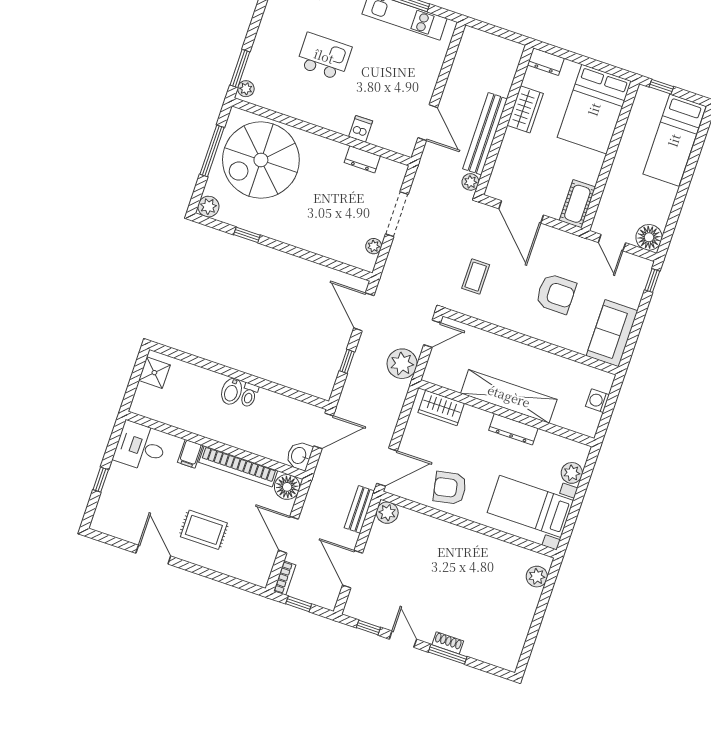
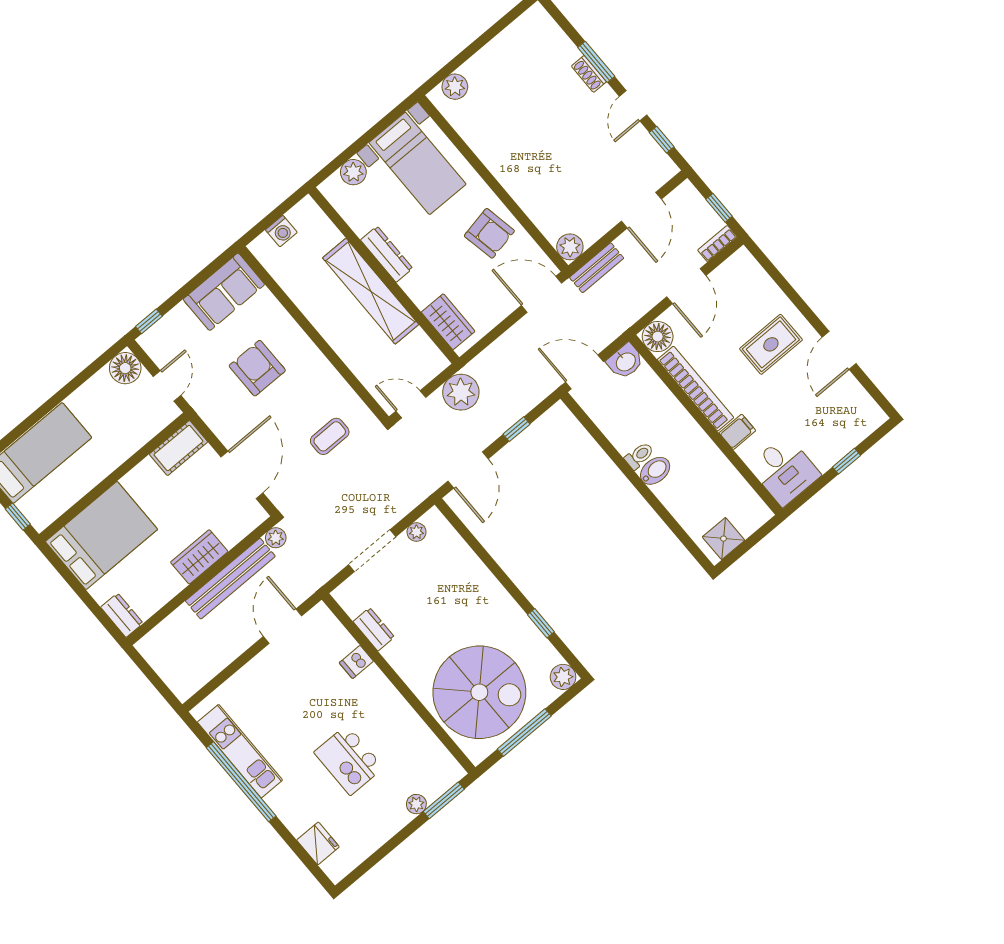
plant: (246, 89) -> (416, 804), moved
wardrobe: (525, 109) -> (199, 557), moved
rug: (204, 530) -> (771, 344), turned 90

